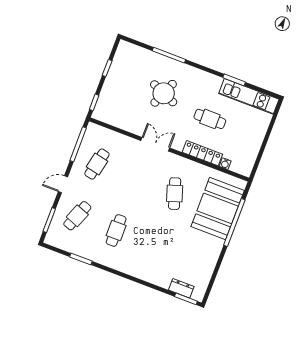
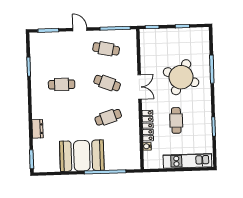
round table: (164, 93) -> (181, 77), width x1.36, depth x1.36
kitchen unit: (249, 96) -> (187, 161), moved, turned 90
booth: (218, 208) -> (82, 156), moved
cafe table: (77, 216) -> (107, 83), moved
dresser: (181, 288) -> (38, 129), moved

